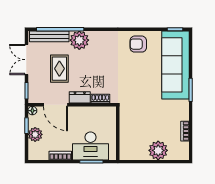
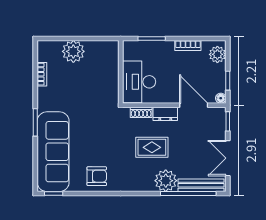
double door: (26, 60) -> (228, 158), swing flipped
rug: (59, 69) -> (152, 147), moved, turned 90
plant: (35, 134) -> (217, 54), moved
desk: (90, 146) -> (139, 82), moved, turned -90

